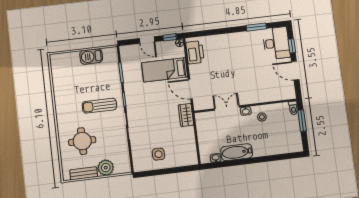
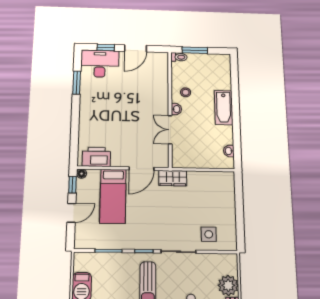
bathtub: (237, 152) -> (224, 108), moved
side table: (158, 154) -> (209, 234), moved

